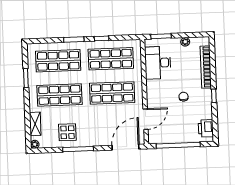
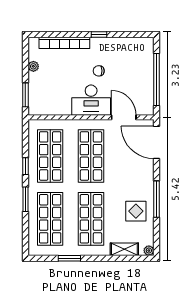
desk: (158, 63) -> (91, 100), moved
printer: (206, 128) -> (138, 46), removed

